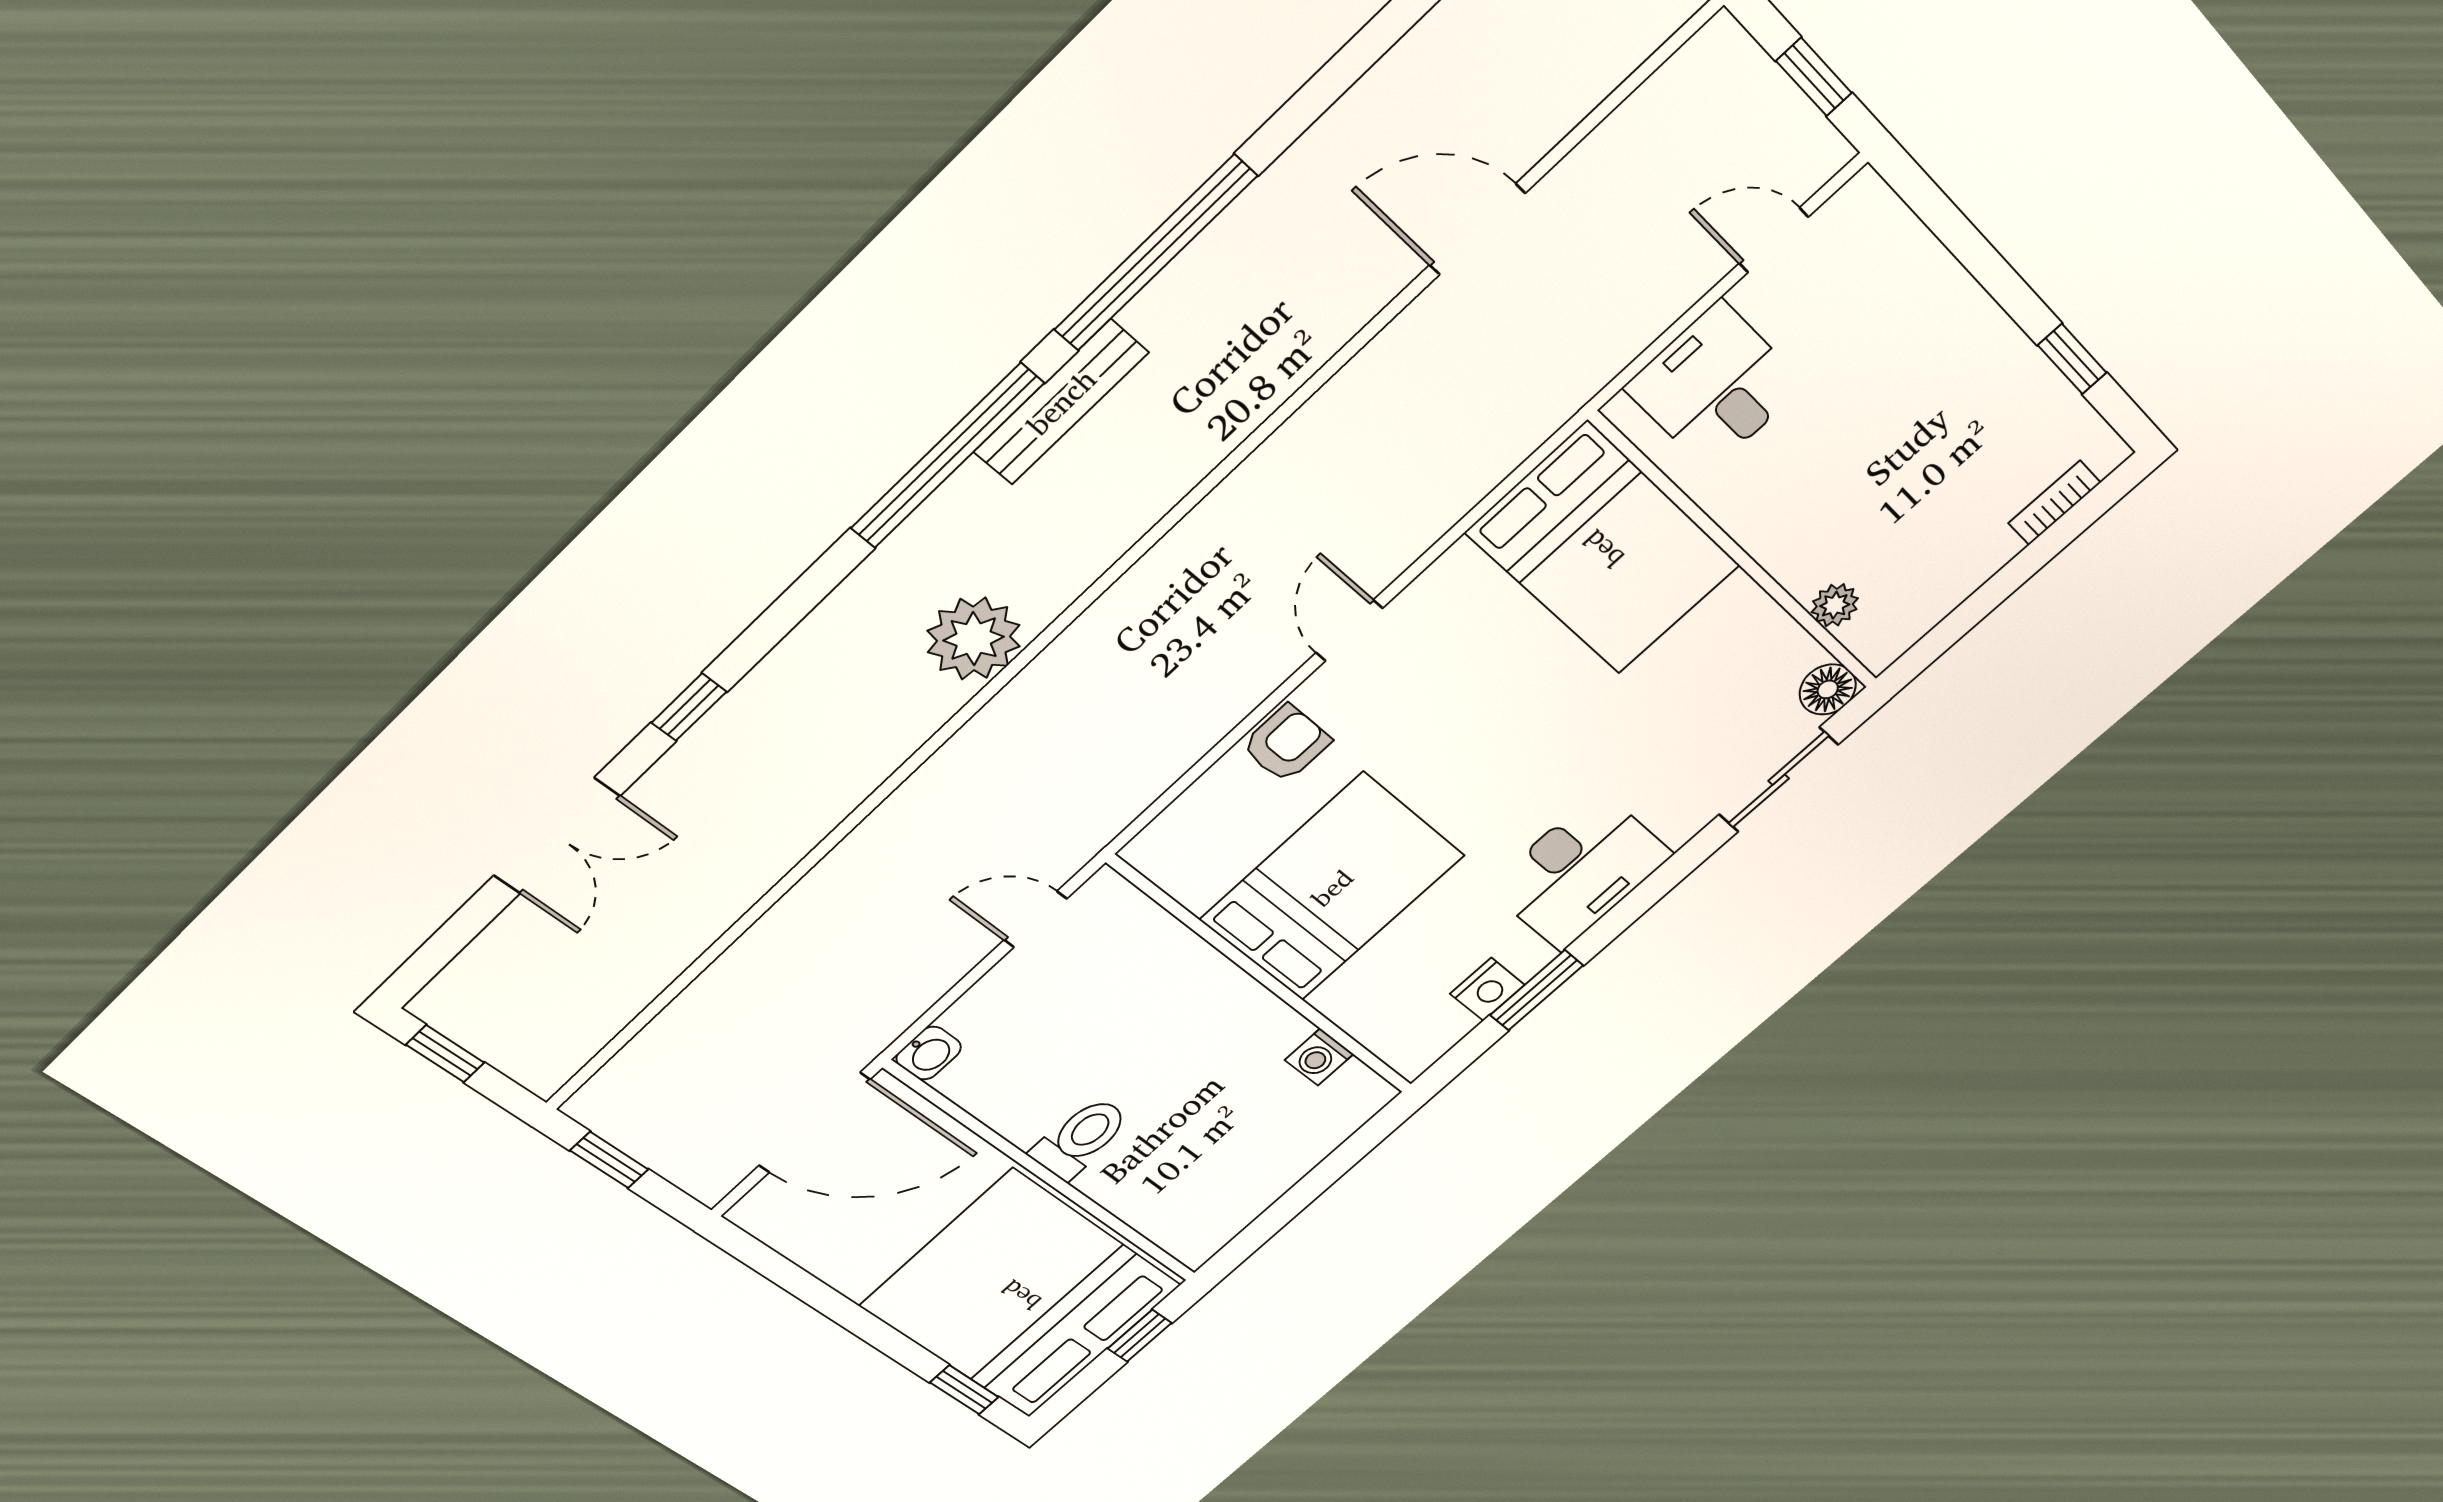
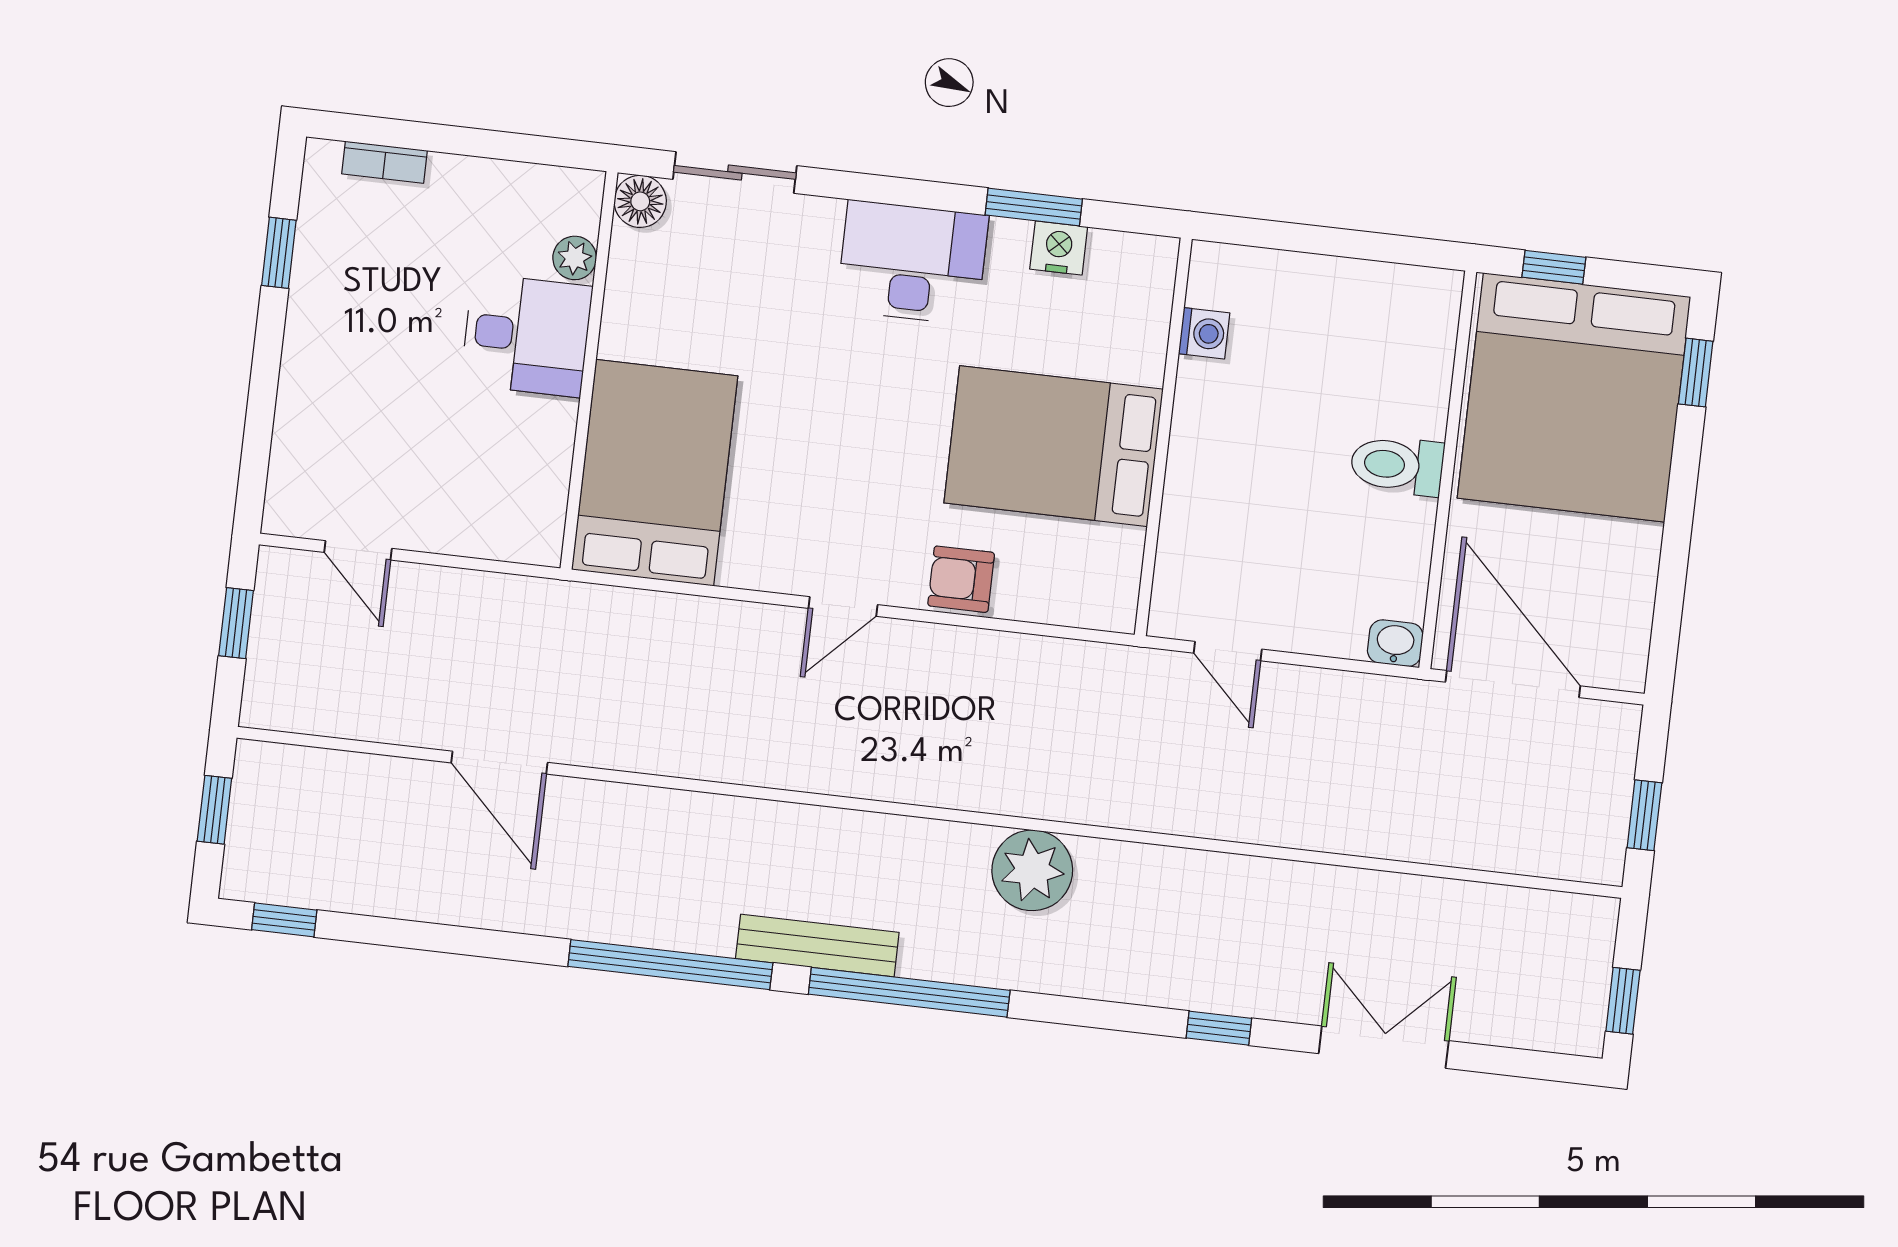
desk: (1715, 386) -> (527, 335), moved, turned -90

